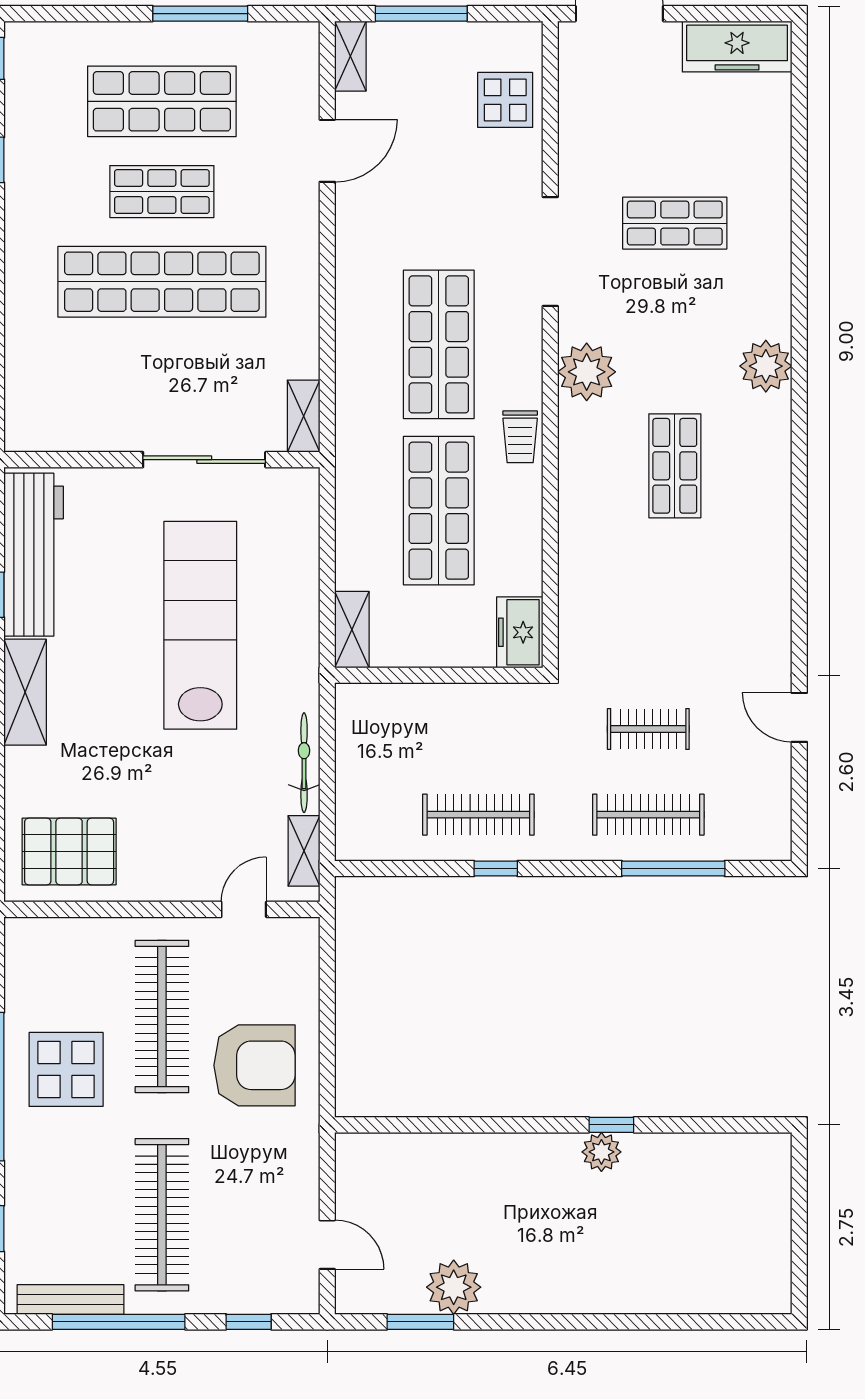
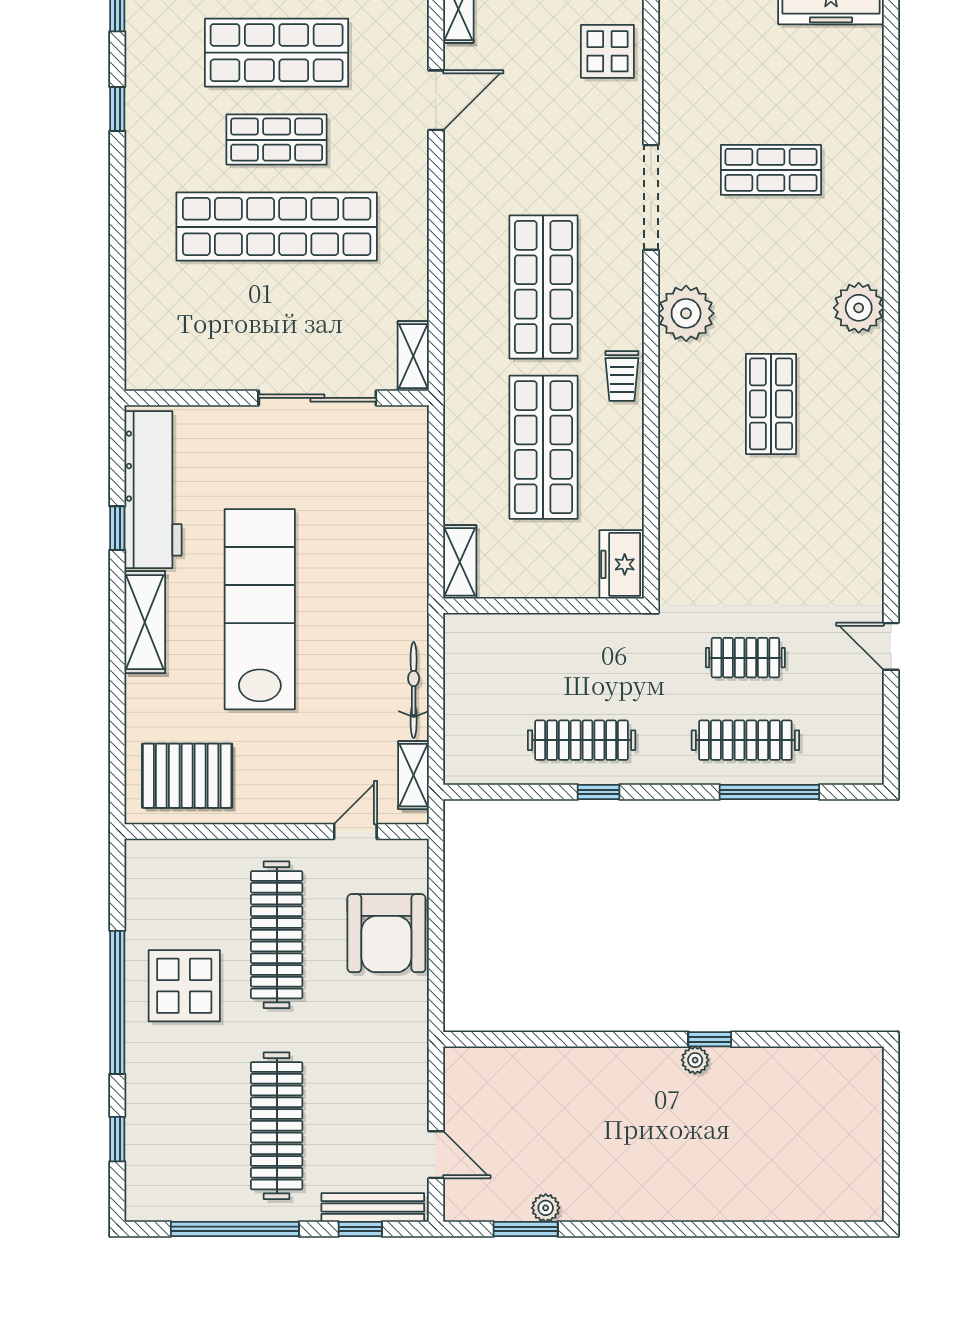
lab bench: (200, 625) -> (260, 609), moved
armchair: (255, 1065) -> (386, 933), moved, turned 90
plant: (601, 1152) -> (695, 1060), width x0.73, depth x0.73
plant: (454, 1287) -> (546, 1208), width x0.53, depth x0.53
bench: (70, 1300) -> (373, 1208), moved

